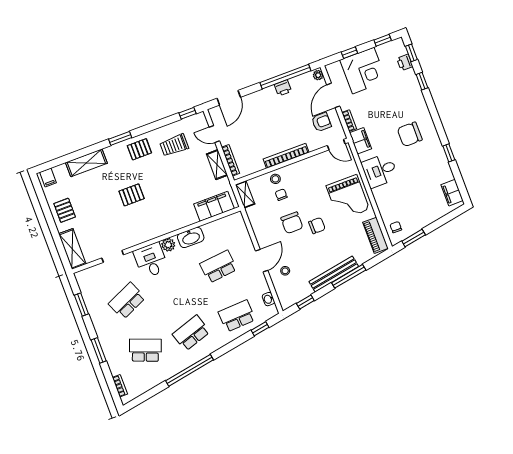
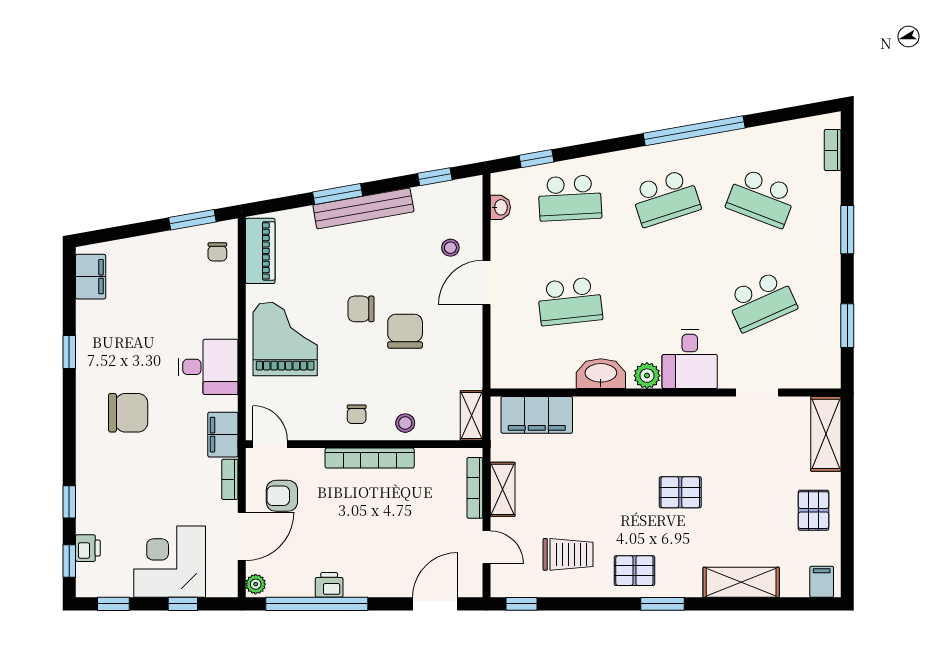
chair: (281, 195) -> (357, 414), moved
window: (349, 276) -> (338, 194), width x0.69

